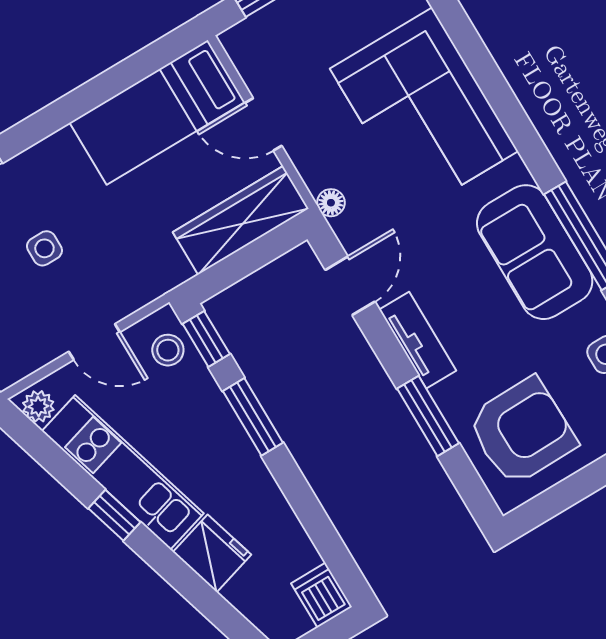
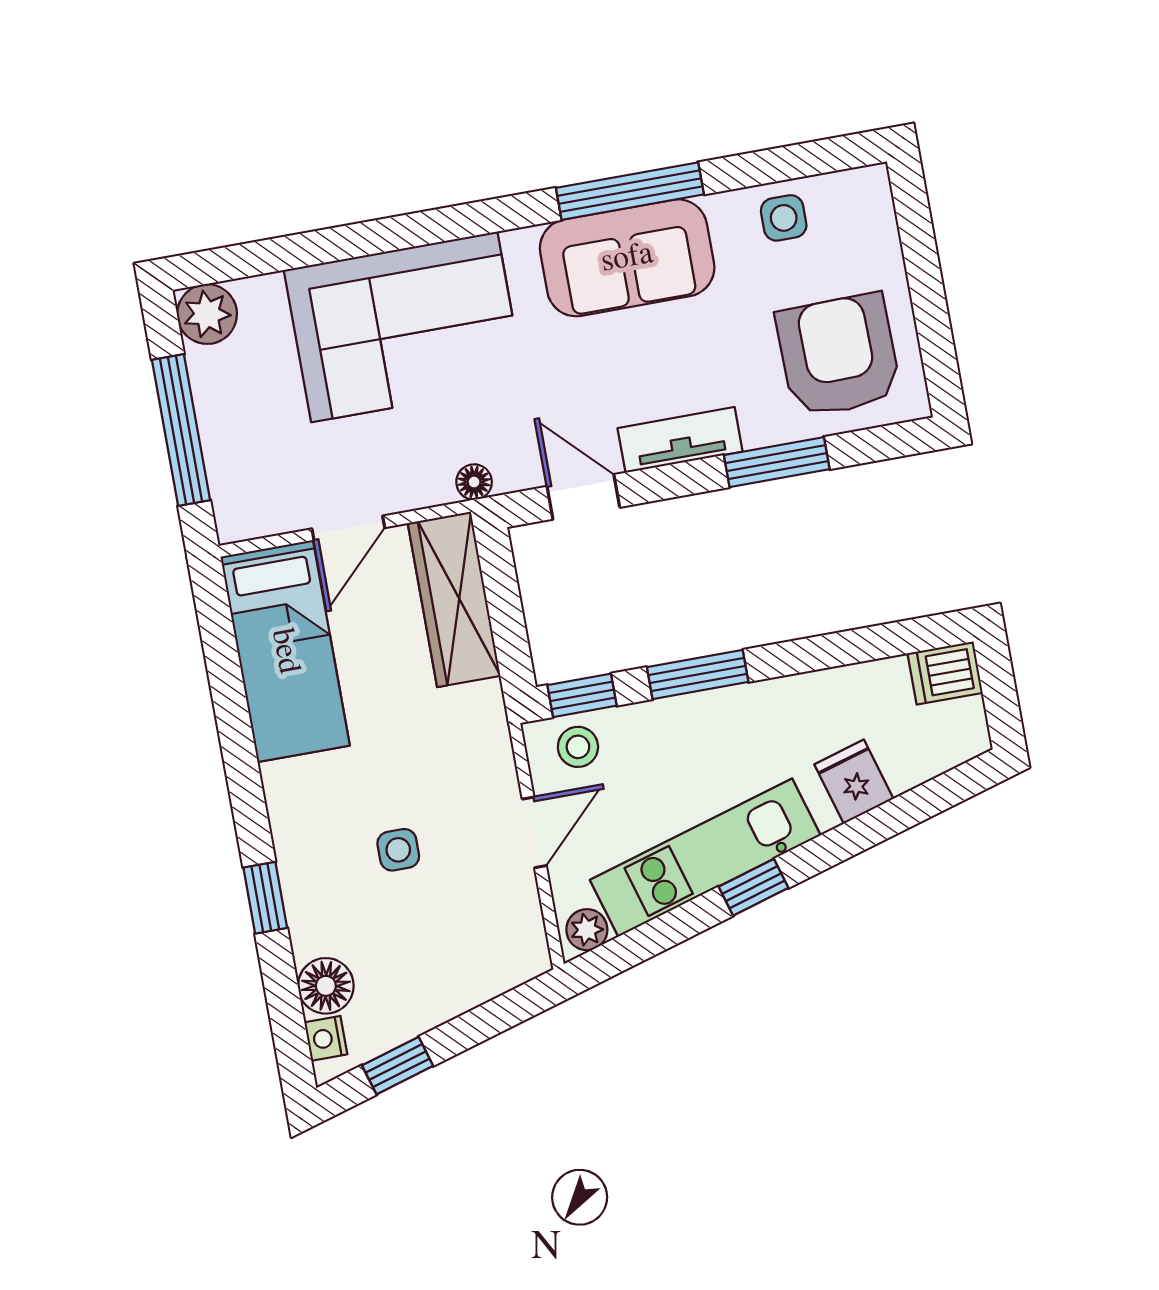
fridge: (212, 553) -> (854, 782), width x0.72

